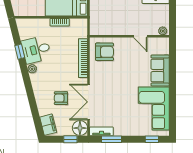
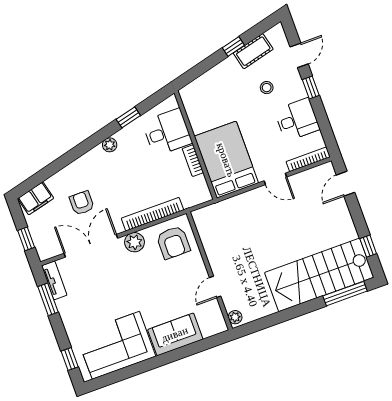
desk: (36, 50) -> (167, 132), moved, turned 104
plant: (96, 75) -> (134, 242), added
floor lamp: (80, 128) -> (48, 247), removed

